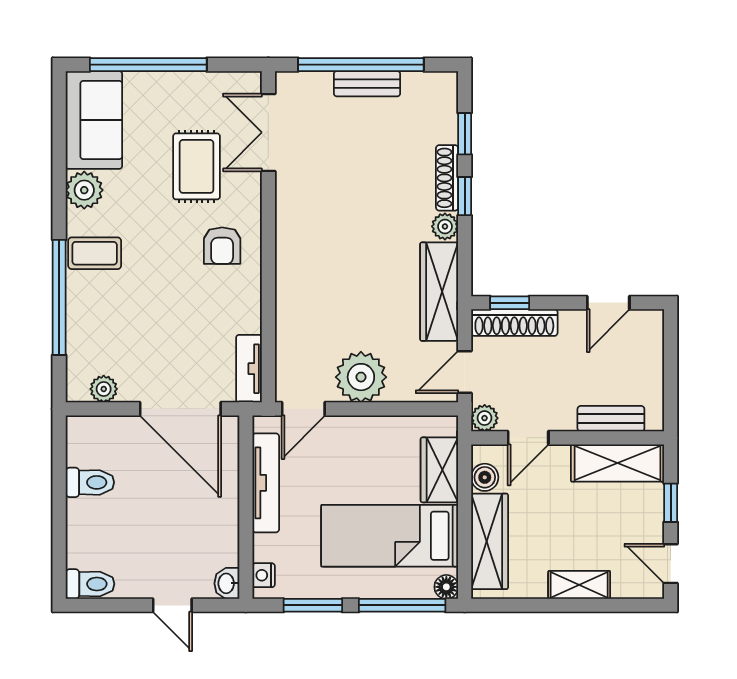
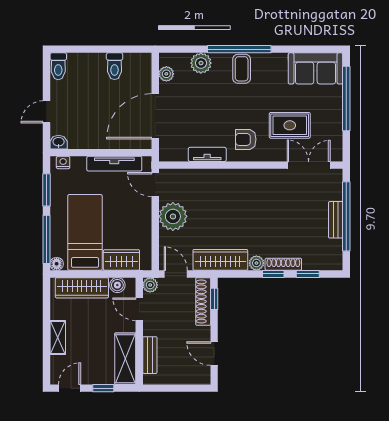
plant: (84, 190) -> (201, 63), moved
window: (59, 297) -> (239, 49), moved
tv unit: (249, 369) -> (207, 154), moved

